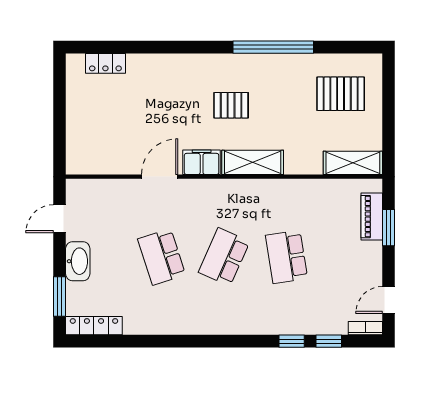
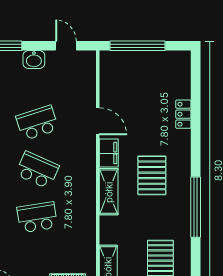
locker: (105, 63) -> (183, 114), moved
pallet: (231, 105) -> (152, 175), width x1.50, depth x1.42
window: (60, 124) -> (138, 46), added
washbasin: (78, 261) -> (34, 60), width x0.72

